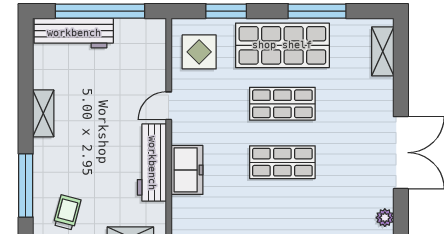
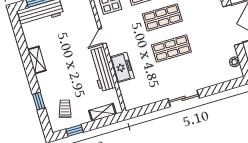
window: (26, 185) -> (39, 101), width x0.46

